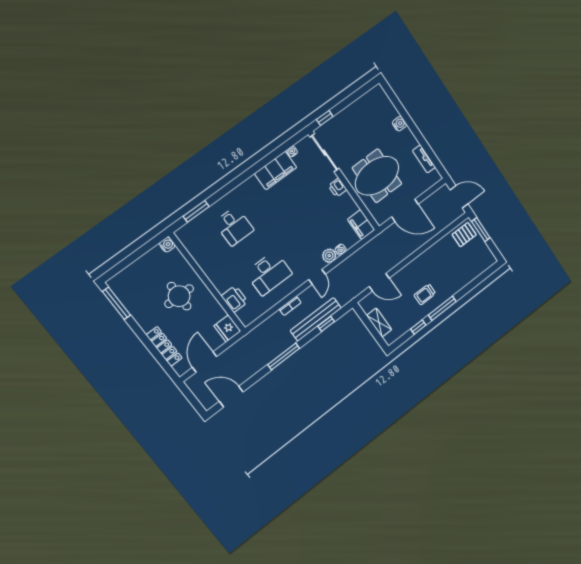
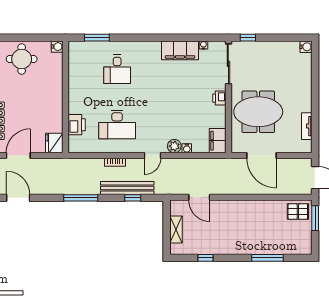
water cooler: (399, 124) -> (306, 47), moved
trolley: (425, 294) -> (230, 235), removed
round table: (179, 296) -> (22, 59), moved
window: (442, 308) -> (267, 258), moved

